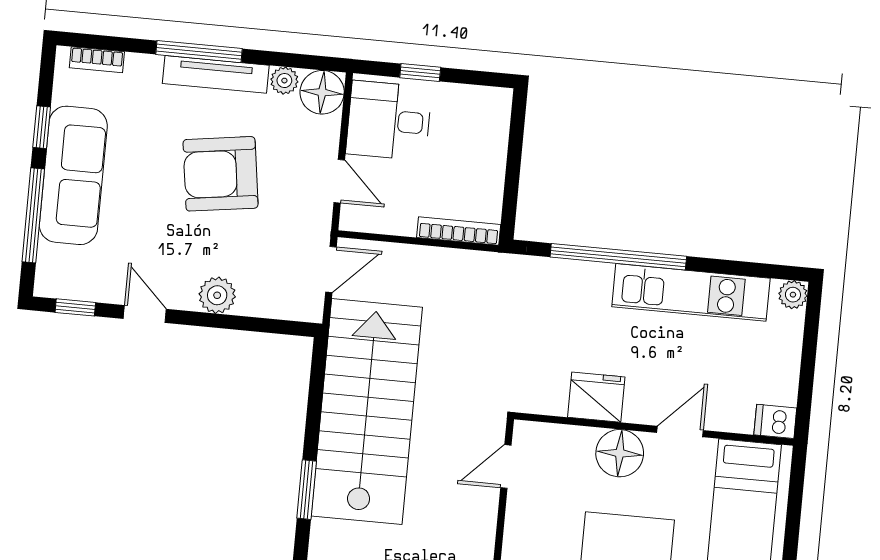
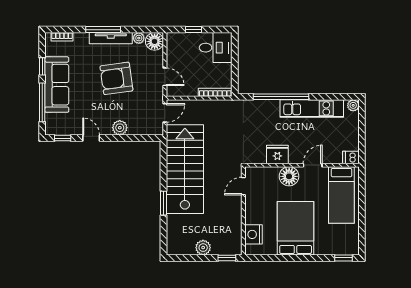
desk: (389, 121) -> (216, 48), moved, turned 180

